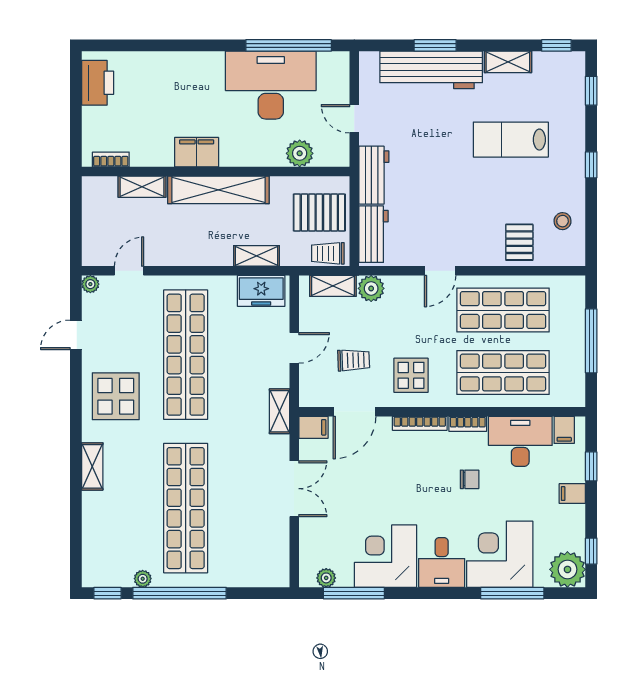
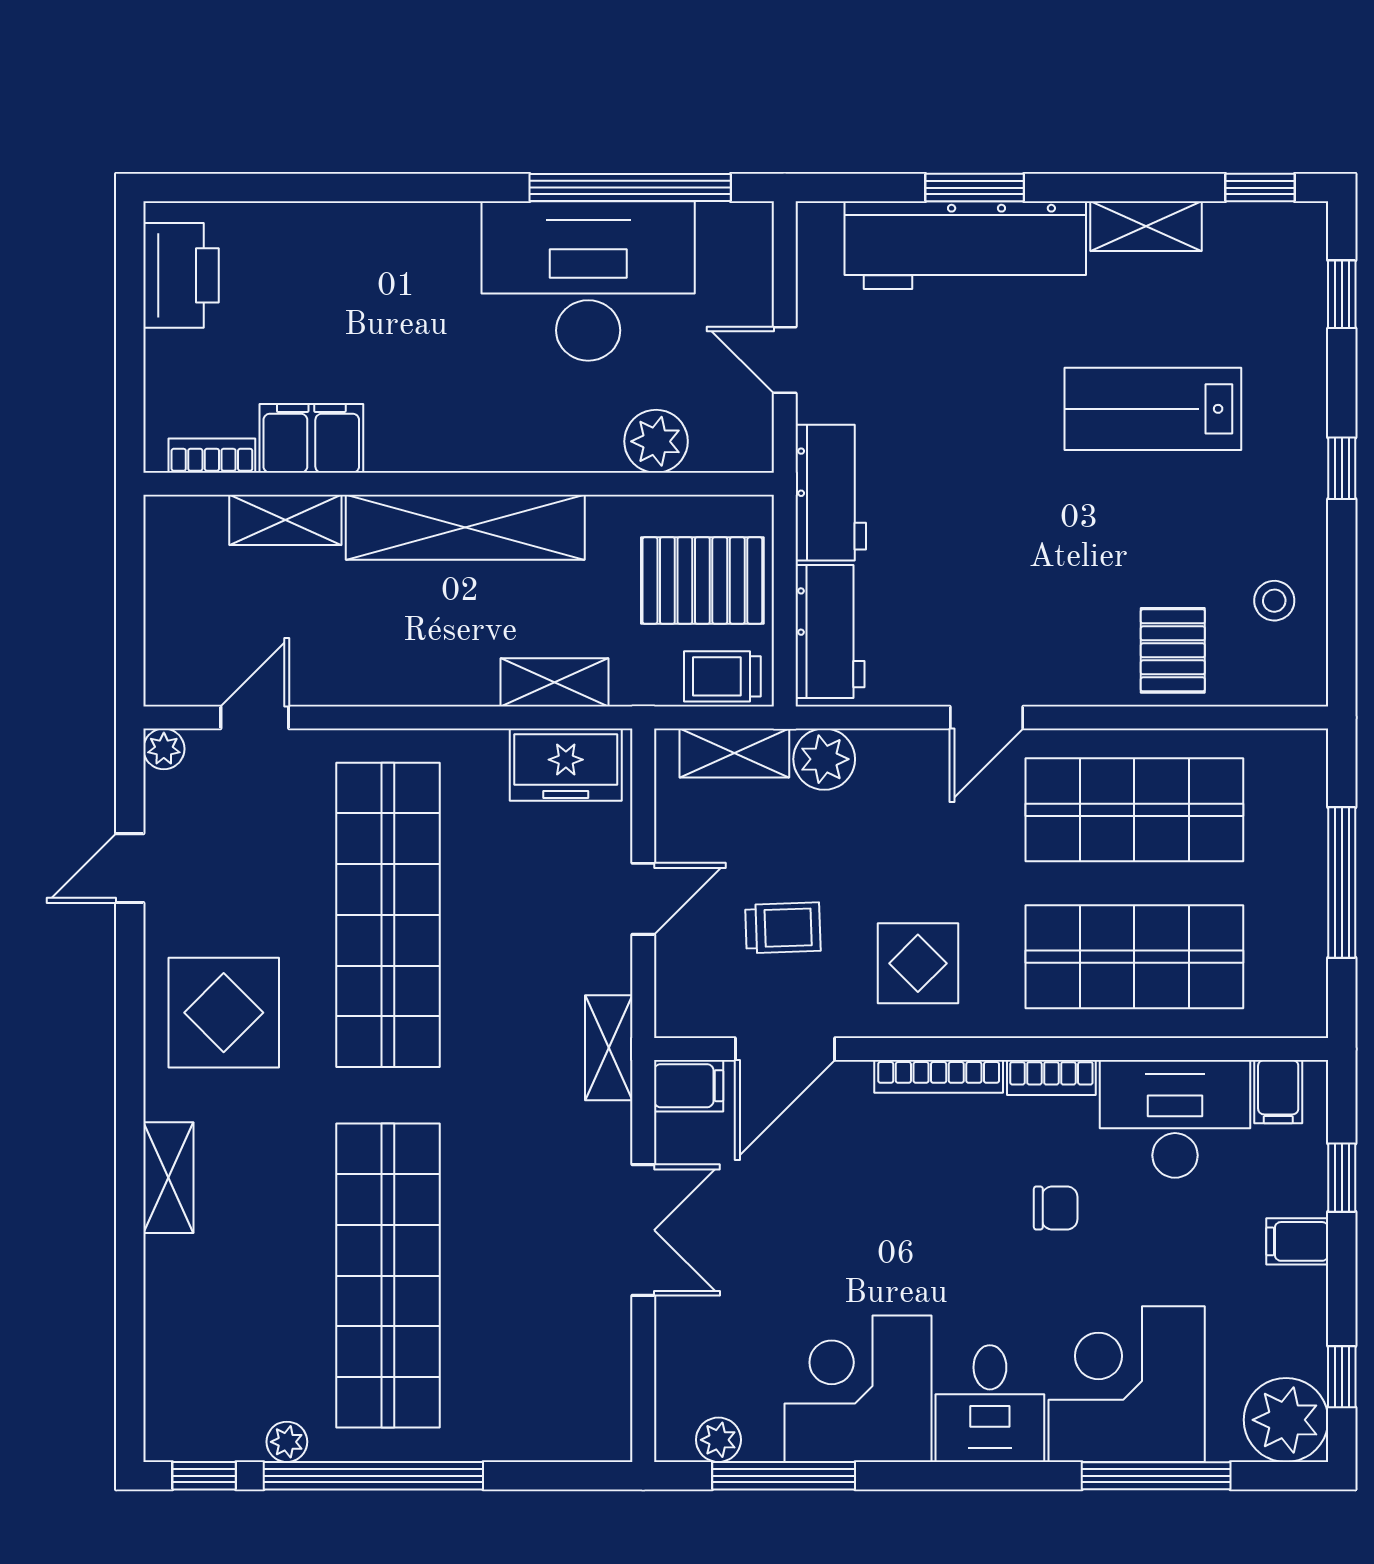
filing cabinet: (197, 152) -> (311, 438), moved

